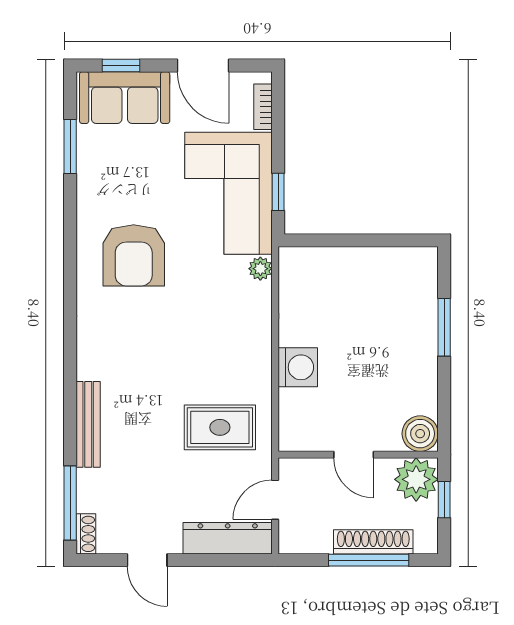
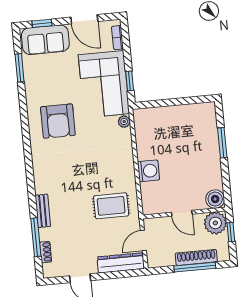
bench: (88, 424) -> (43, 211), width x0.73
window: (70, 503) -> (36, 237), moved
shoe rack: (86, 534) -> (46, 252), moved

